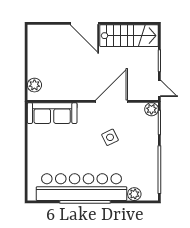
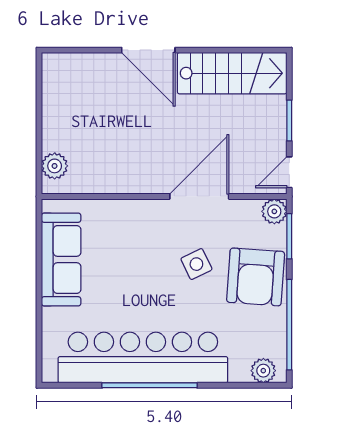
door: (159, 88) -> (289, 172), swing flipped
sofa: (52, 113) -> (61, 259), moved, turned -90
armchair: (142, 144) -> (256, 277), added
plant: (134, 194) -> (263, 371), moved

